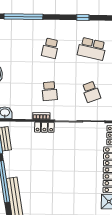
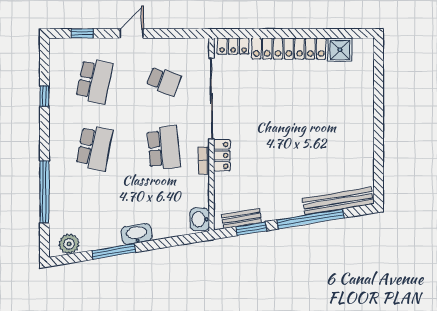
school desk: (50, 48) -> (94, 148), width x1.85
school desk: (50, 91) -> (164, 148), width x1.85
school desk: (91, 92) -> (164, 81), turned 42

